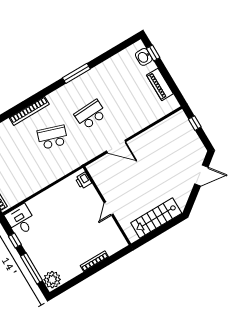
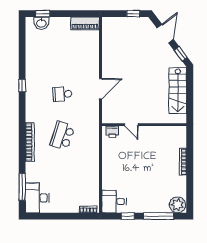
window: (76, 73) -> (22, 86), width x0.46
piano: (160, 84) -> (85, 23), moved
school desk: (90, 115) -> (62, 94), width x0.54
window: (195, 123) -> (133, 14), moved
window: (191, 200) -> (181, 54), added
door: (109, 208) -> (131, 125), moved

